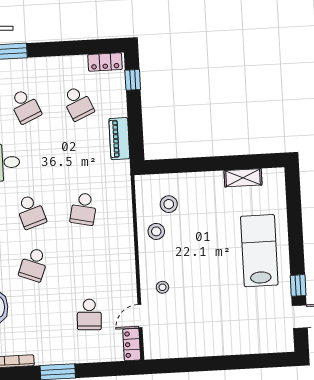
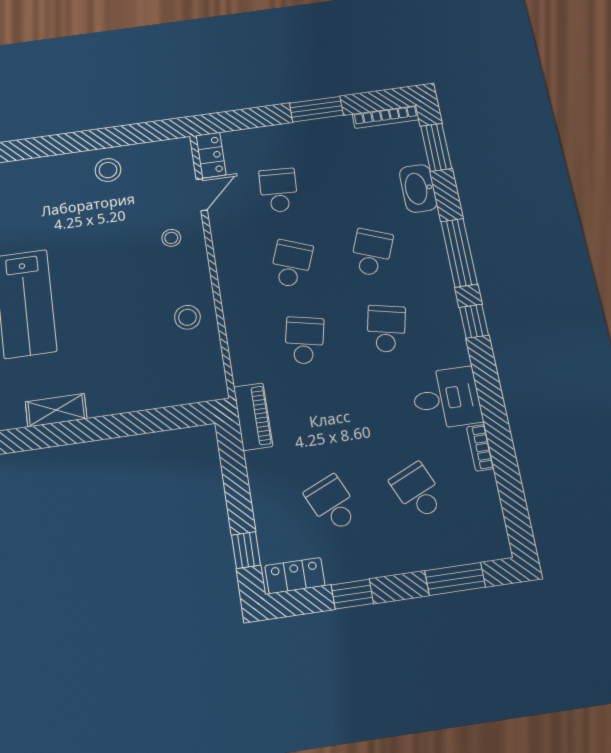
window: (72, 48) -> (352, 594), added
piano: (119, 139) -> (253, 417), moved
stool: (169, 204) -> (108, 170), moved
school desk: (31, 212) -> (386, 329), turned 30
school desk: (86, 262) -> (291, 264), added

